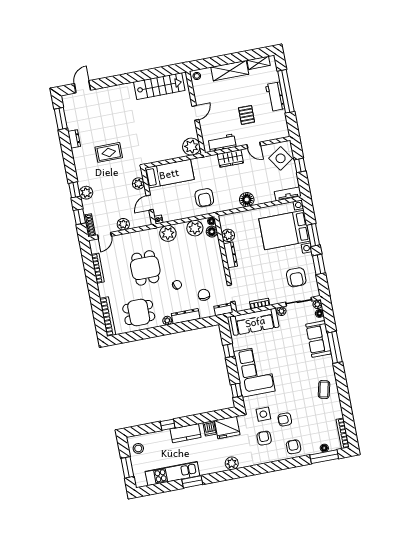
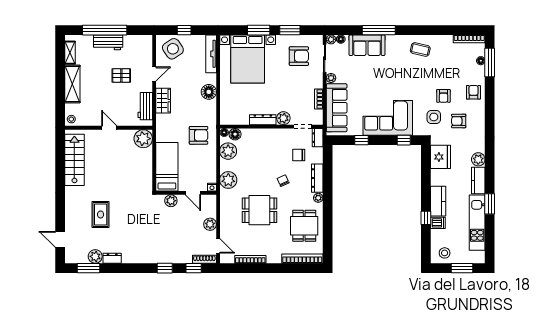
rug: (109, 152) -> (101, 214), moved
plant: (86, 193) -> (95, 256), moved
tv unit: (288, 194) -> (211, 54), width x1.41
plant: (228, 235) -> (283, 118), moved
dishwasher: (210, 428) -> (438, 223), moved
armchair: (294, 447) -> (473, 92), turned 90
kitchen counter: (212, 467) -> (478, 180), added

